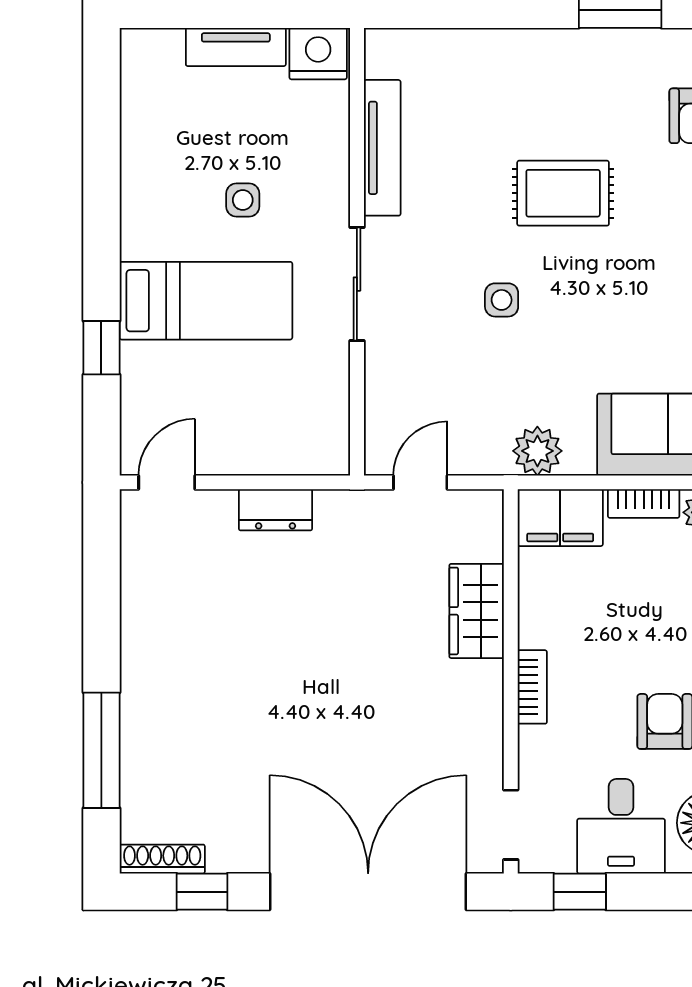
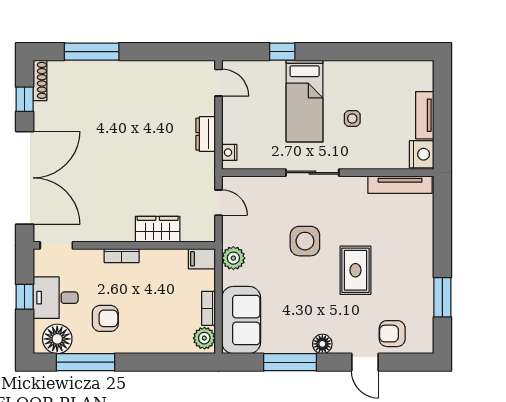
tv unit: (382, 148) -> (400, 185), moved
side table: (502, 300) -> (305, 241), width x1.87, depth x1.87
nightstand: (314, 460) -> (229, 152), added
filing cabinet: (560, 518) -> (202, 259), width x0.50
window: (580, 892) -> (25, 297), moved

